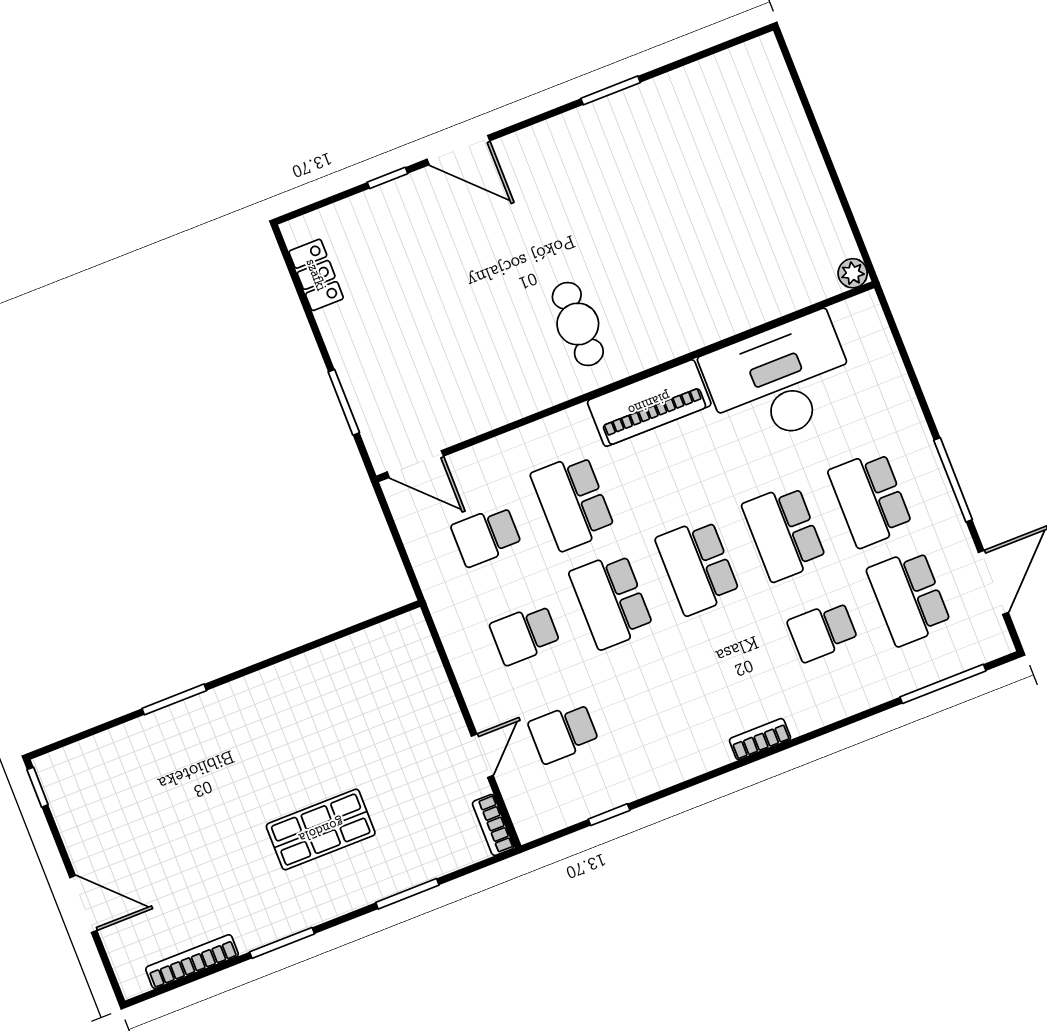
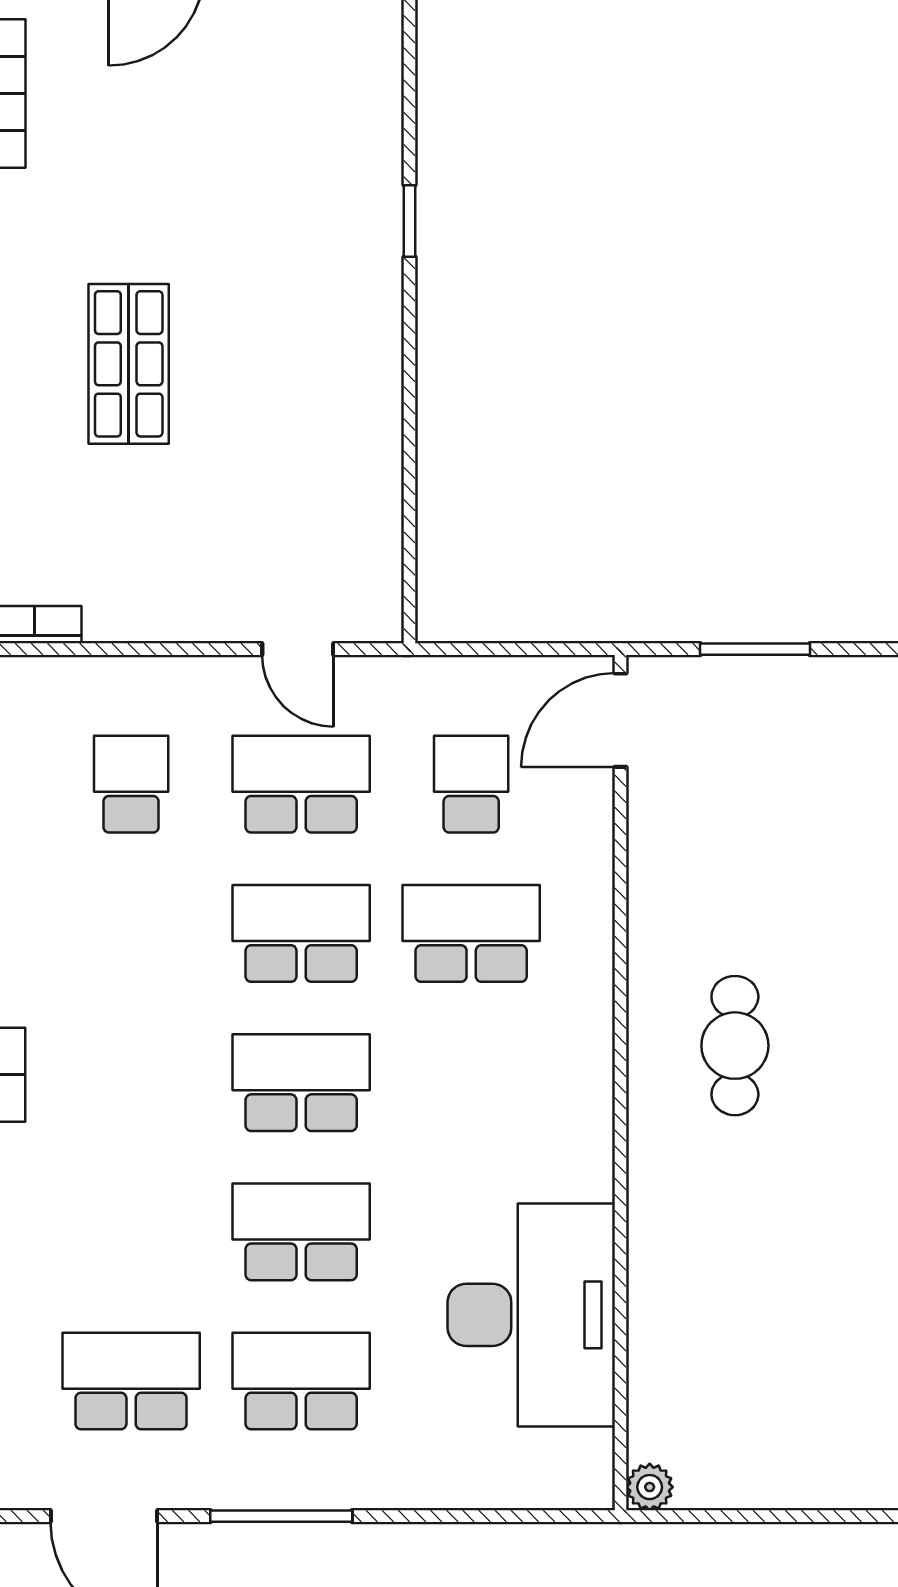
cafe table: (578, 324) -> (735, 1046), turned 90
piano: (649, 403) -> (575, 1106), removed
school desk: (823, 631) -> (131, 1232), removed
school desk: (525, 634) -> (301, 784), width x1.85
window: (174, 699) -> (409, 221), width x0.67
door: (482, 756) -> (298, 649), moved

